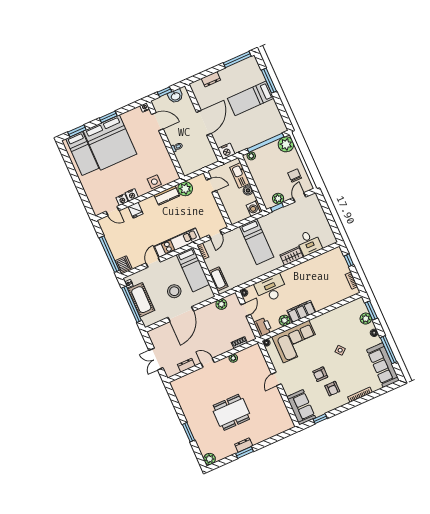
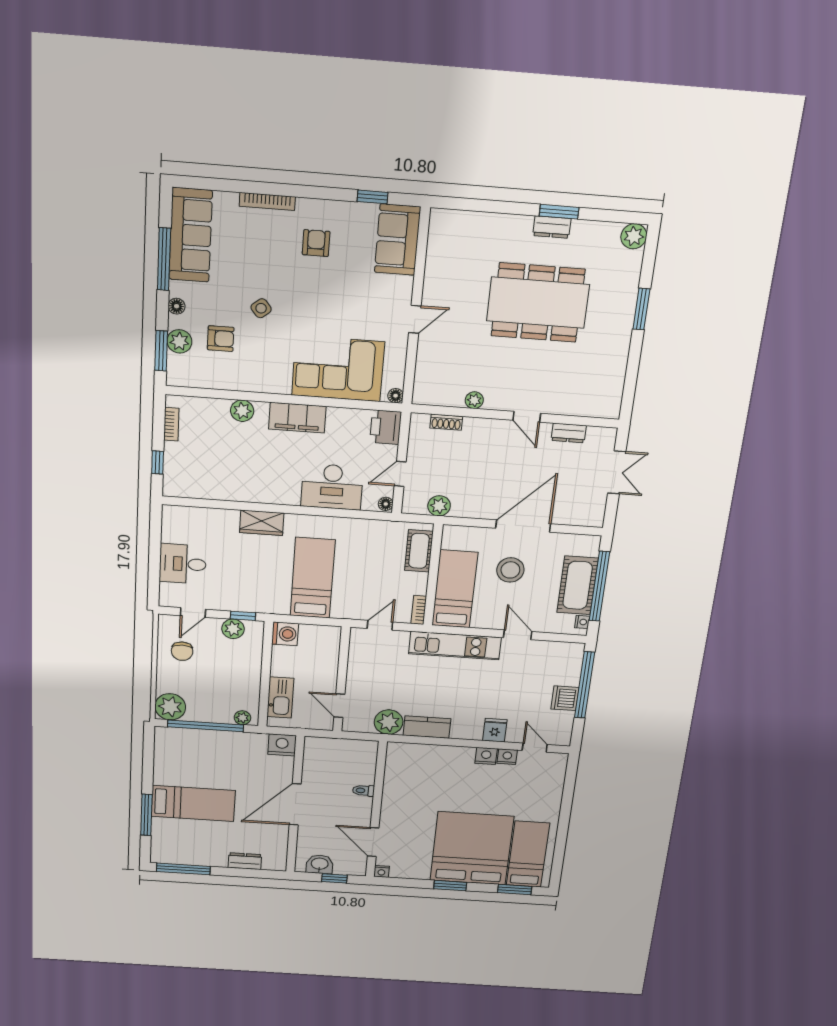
side table: (154, 182) -> (435, 757), removed
boiler: (248, 190) -> (280, 667), removed
desk: (309, 243) -> (183, 564), moved, turned -90
door: (153, 262) -> (518, 635), swing flipped
dishwasher: (123, 264) -> (565, 698), moved
plant: (285, 320) -> (242, 411), moved
armchair: (320, 374) -> (221, 339), moved
dining table: (231, 412) -> (538, 303), width x1.36, depth x1.24

